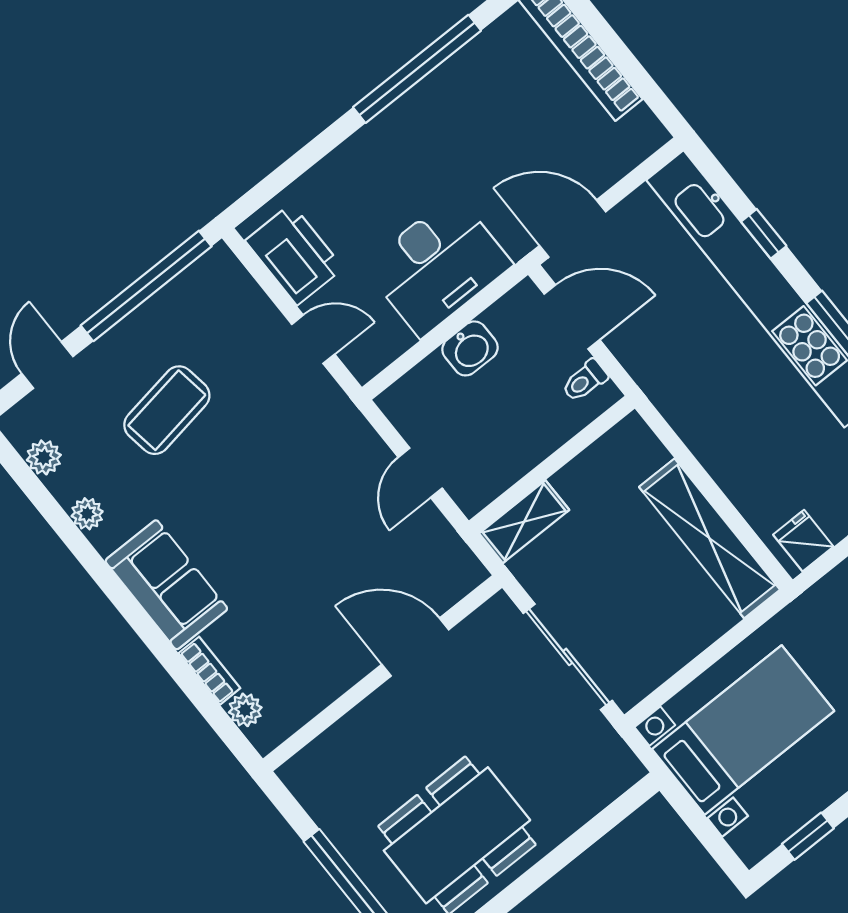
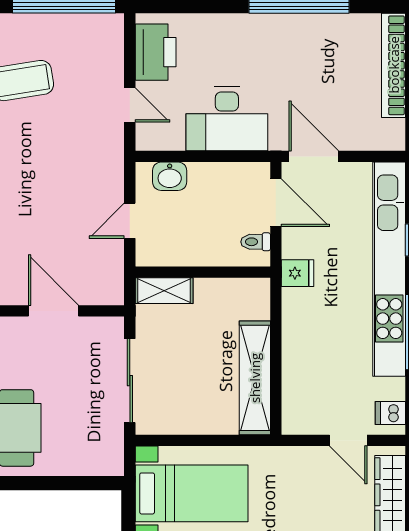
washbasin: (470, 348) -> (170, 176), moved
fridge: (803, 541) -> (297, 273), moved, turned 90

